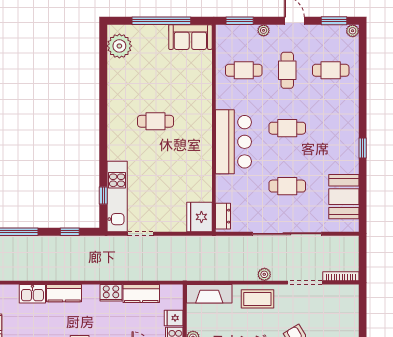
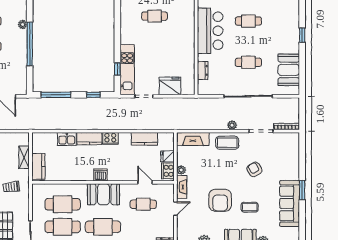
dresser: (223, 216) -> (203, 70), moved
fridge: (199, 217) -> (170, 86), moved, turned 90
cooker: (111, 293) -> (110, 138), moved

